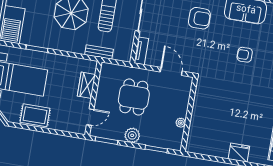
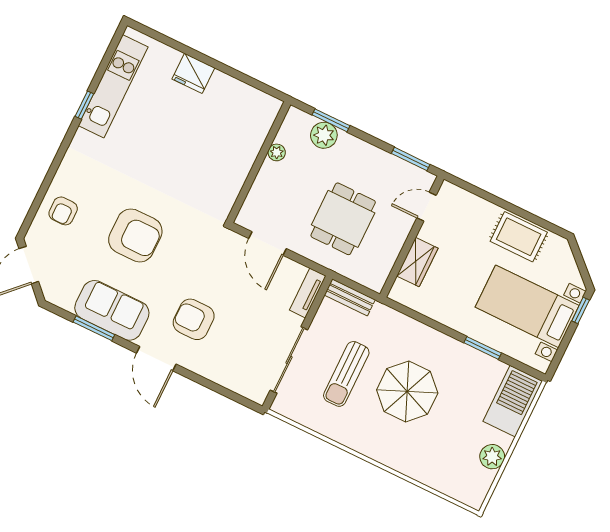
bench: (99, 52) -> (350, 297), moved
armchair: (245, 55) -> (135, 235), width x1.88, depth x1.88
plant: (132, 135) -> (324, 135), moved

